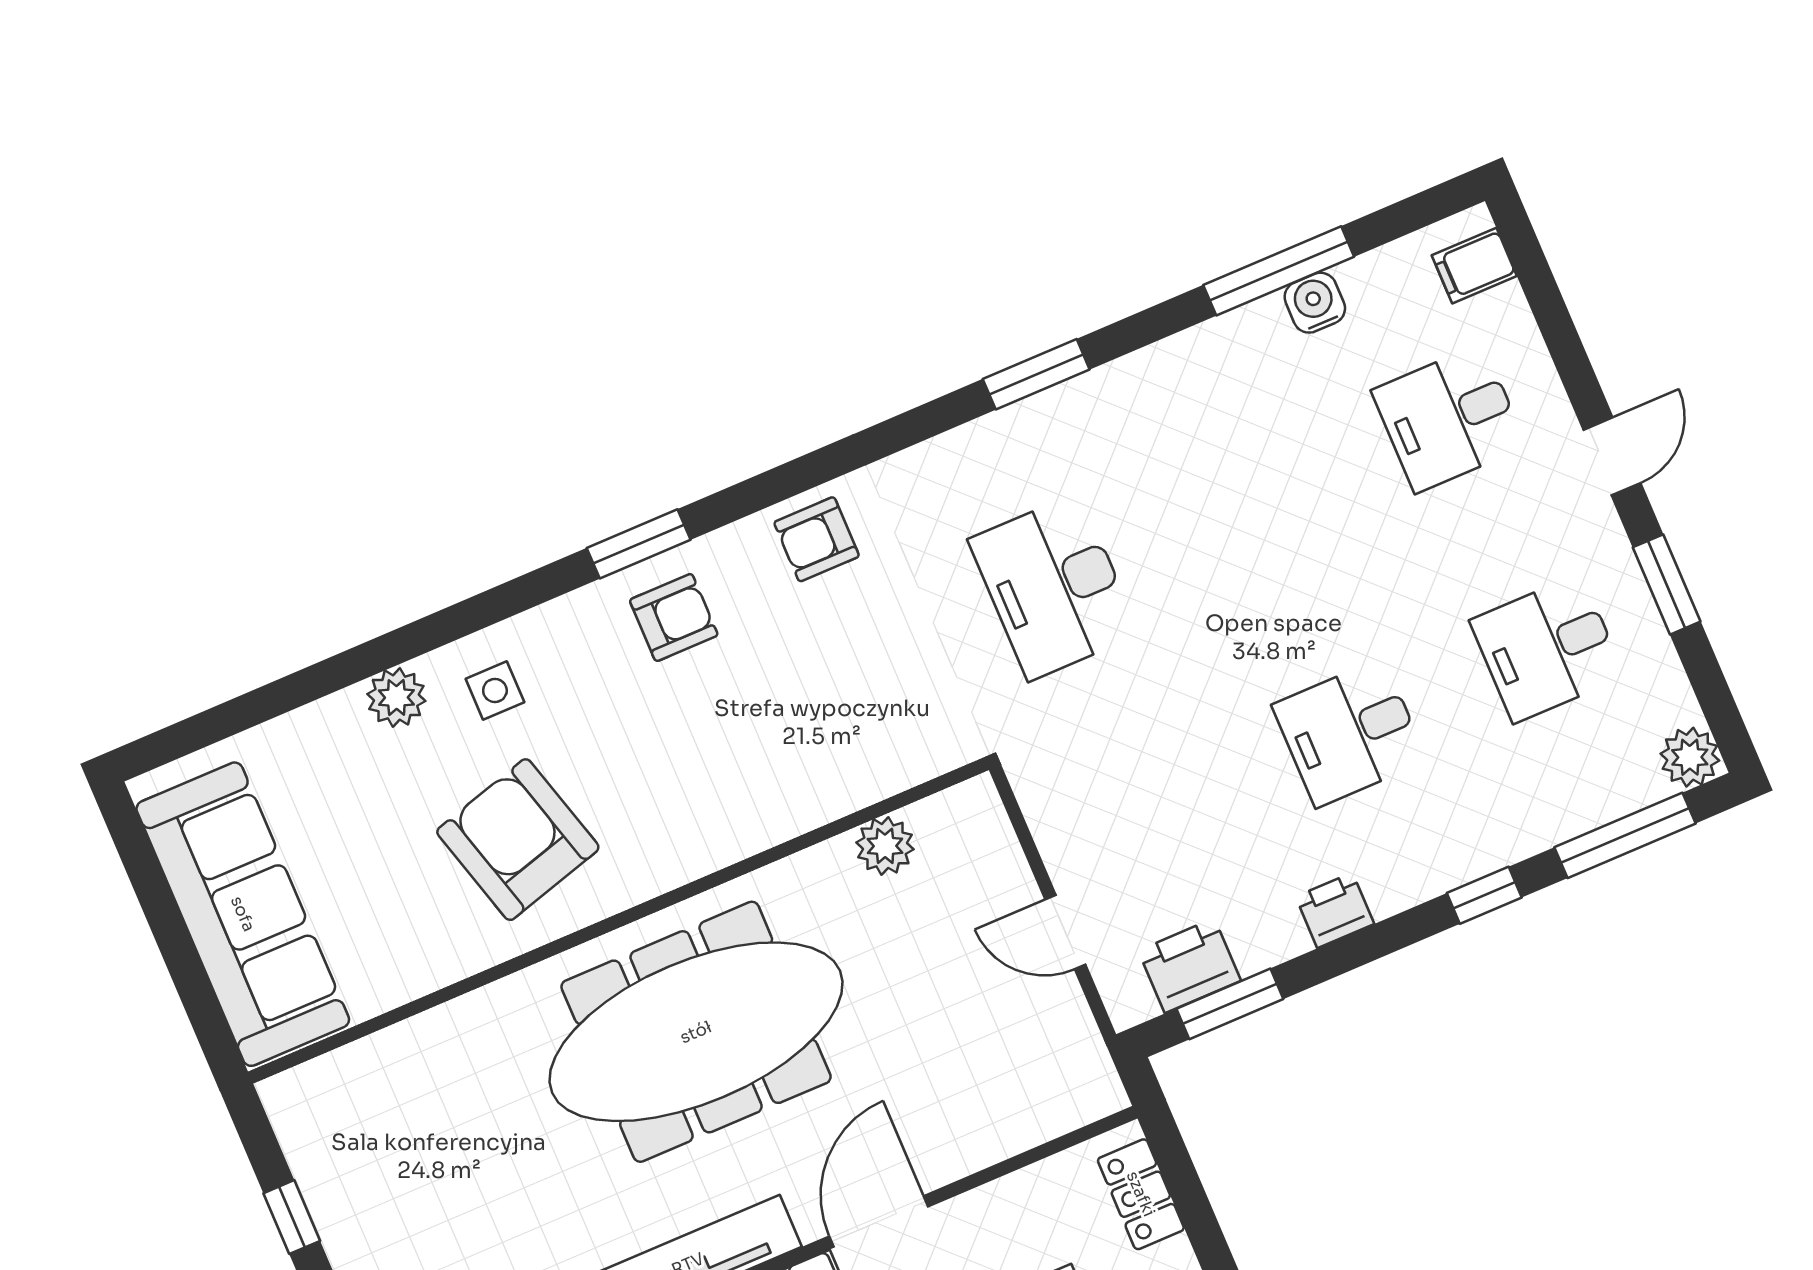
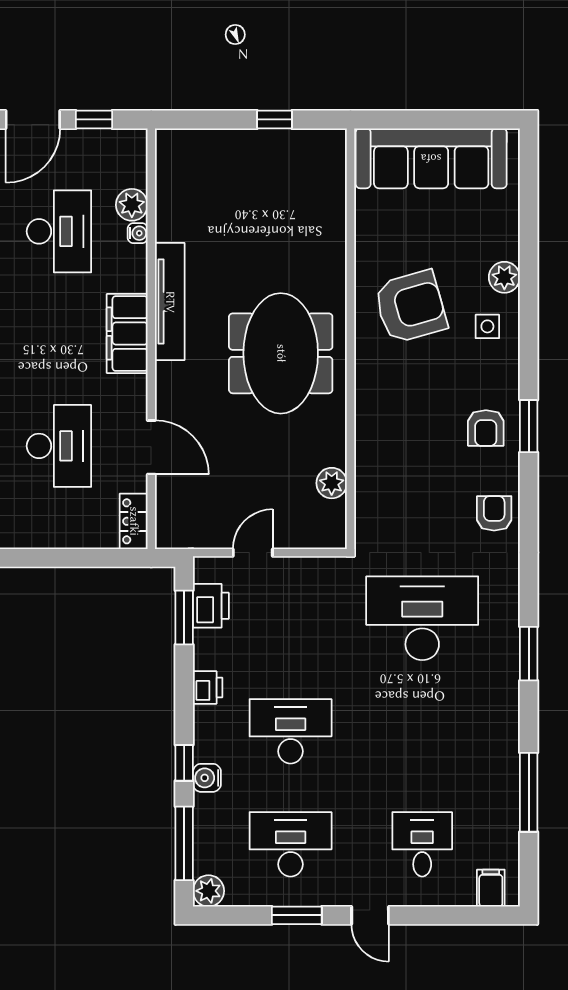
water cooler: (1315, 303) -> (207, 778), moved, turned 180
desk: (1054, 587) -> (422, 618), width x1.36, depth x1.30
desk: (1547, 648) -> (291, 844), width x1.37
desk: (1350, 733) -> (291, 731), width x1.37
meeting table: (696, 1032) -> (281, 353), width x0.73
locker: (1141, 1194) -> (134, 521), moved, turned -90
door: (879, 1221) -> (151, 447), moved

